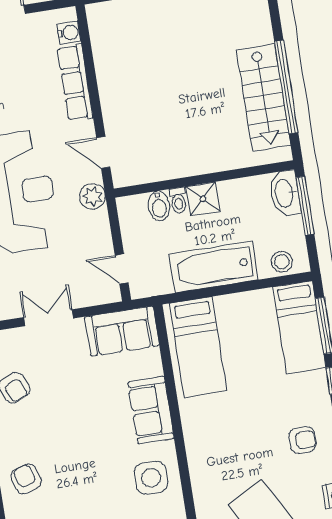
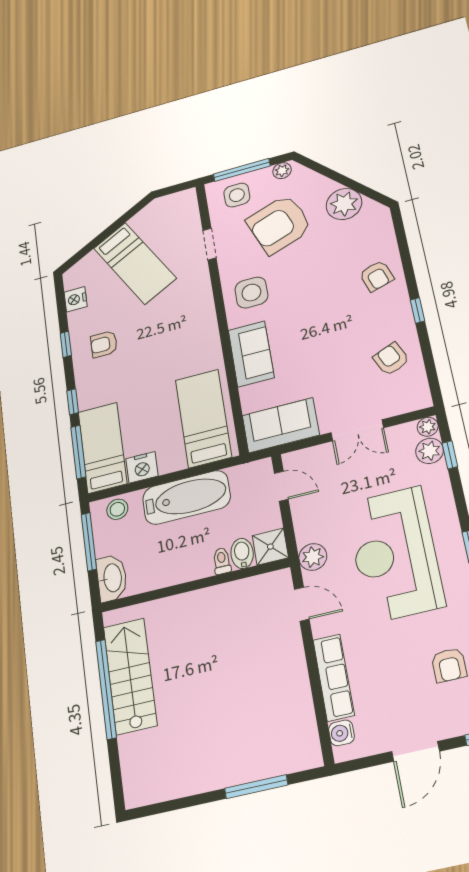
shower: (203, 199) -> (270, 547), moved
window: (305, 206) -> (89, 542), moved
nightstand: (259, 302) -> (142, 467), added

